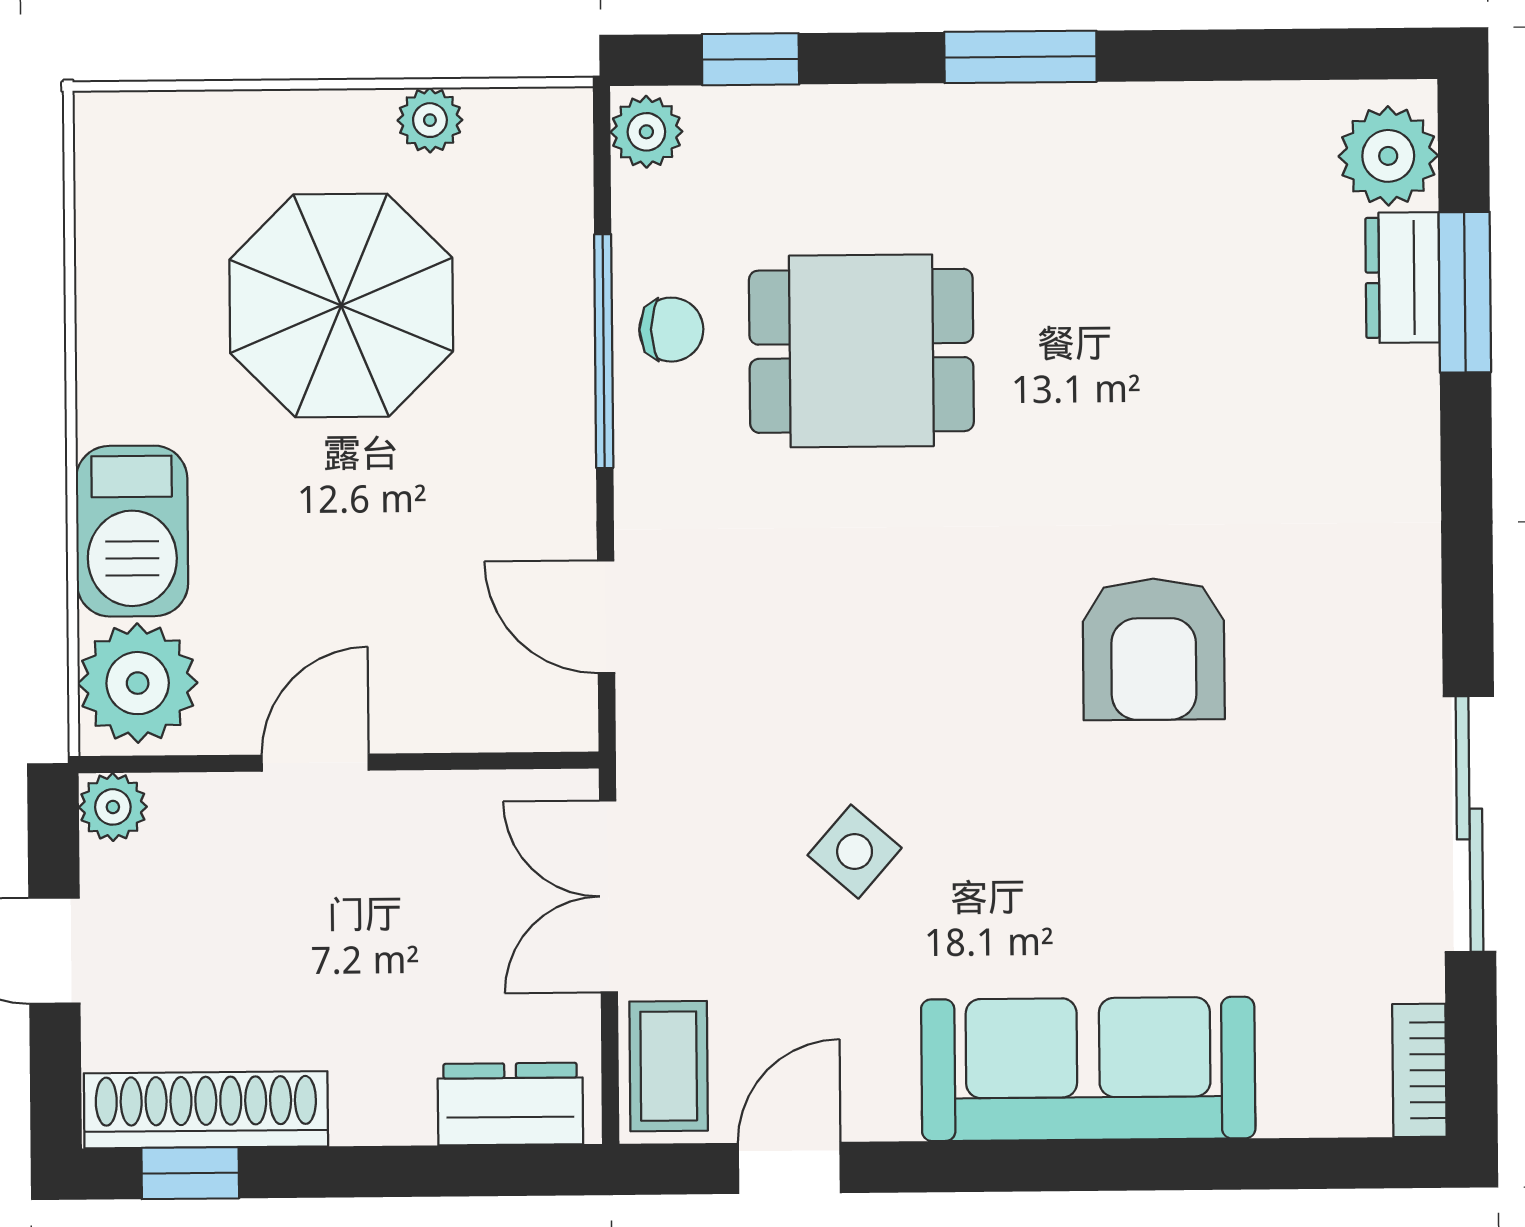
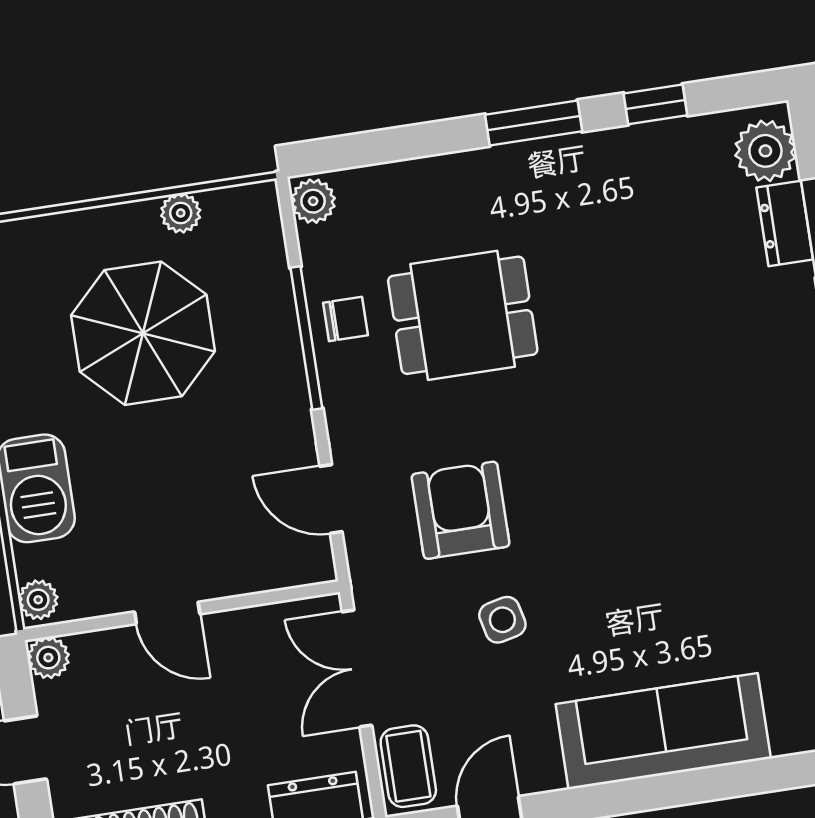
window: (750, 59) -> (655, 104), moved
armchair: (1154, 649) -> (461, 510), moved, turned 180
plant: (138, 683) -> (38, 600), width x0.53, depth x0.53
door: (315, 763) -> (167, 613), swing flipped
side table: (855, 852) -> (502, 620), turned 36

